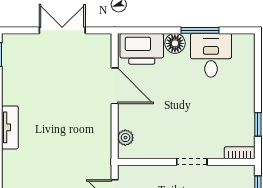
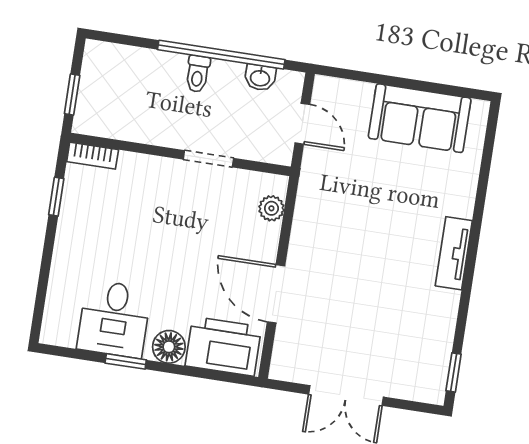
window: (200, 30) -> (126, 361), width x0.67
doorway: (192, 162) -> (208, 159), moved

